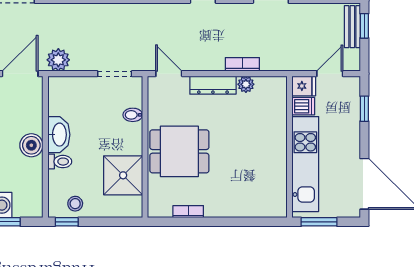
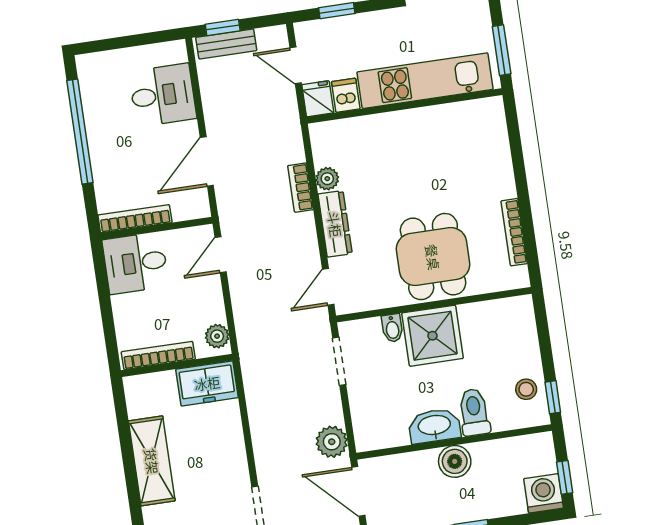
toilet: (60, 162) -> (474, 412), width x1.37, depth x1.39
shower: (123, 175) -> (432, 336), moved
bookcase: (188, 212) -> (514, 232), width x1.56

